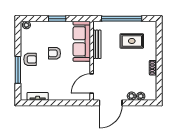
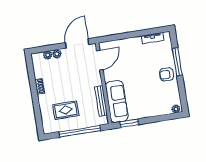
window: (57, 19) -> (129, 123), moved
armchair: (54, 53) -> (143, 85), removed

